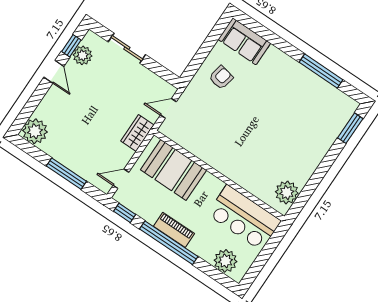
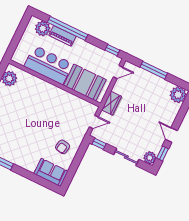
plant: (83, 55) -> (150, 158), moved
window: (165, 74) -> (99, 144), added
bar counter: (244, 218) -> (48, 65), moved
piano: (174, 230) -> (62, 36), moved
window: (169, 243) -> (68, 28), moved

